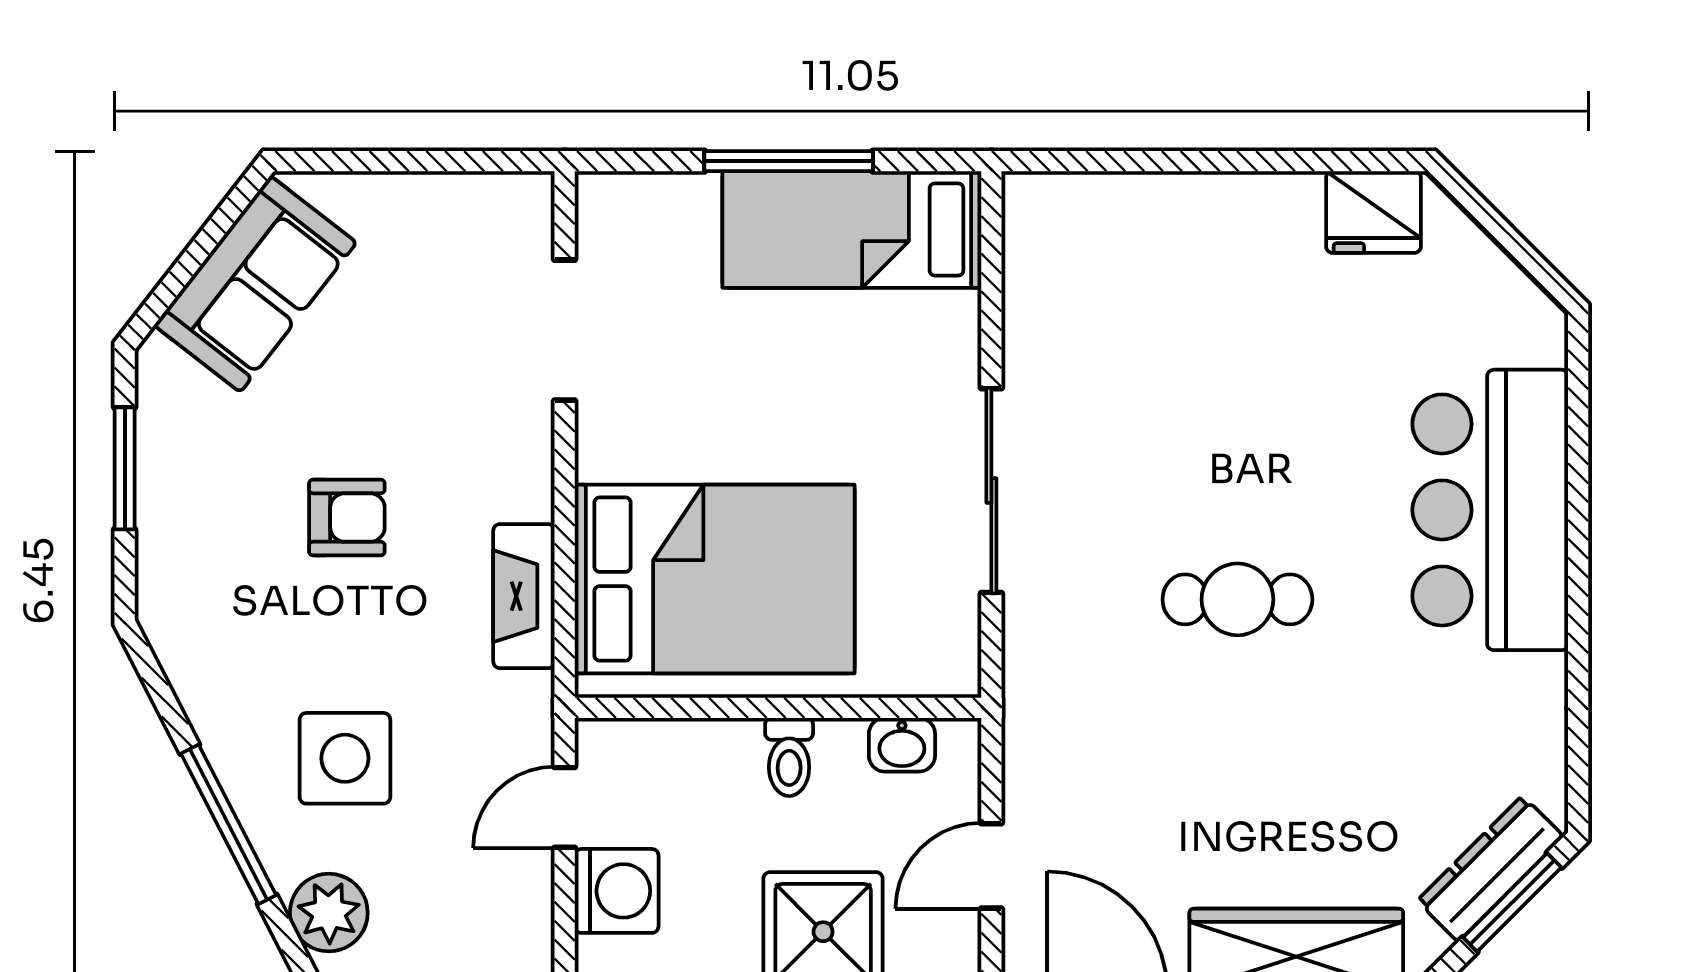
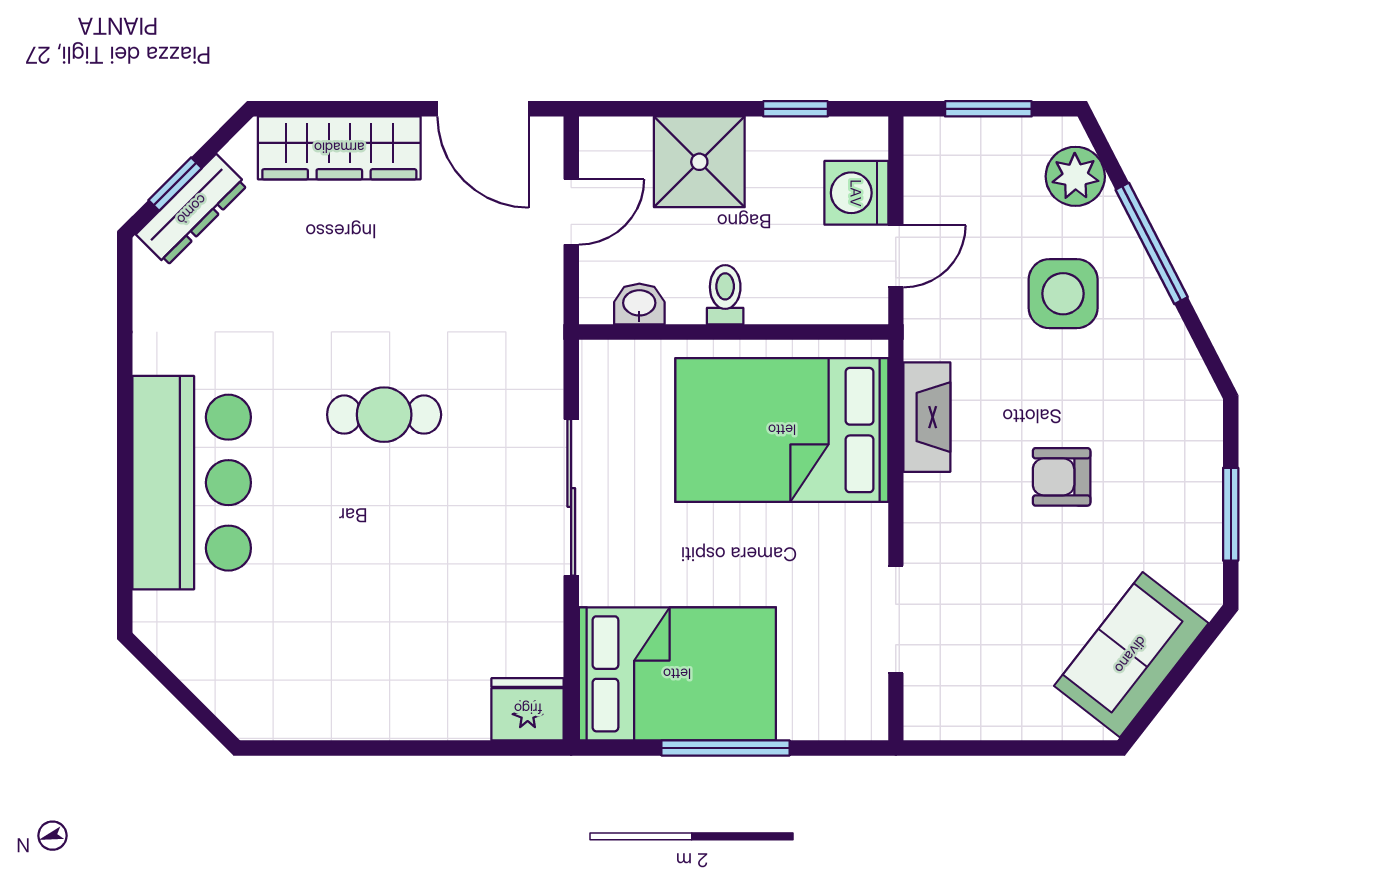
fridge: (1374, 212) -> (528, 709), moved
bed: (852, 230) -> (677, 674), width x1.50
window: (1512, 902) -> (175, 184), width x0.67

